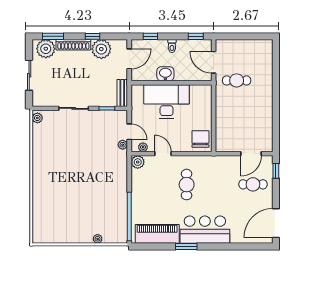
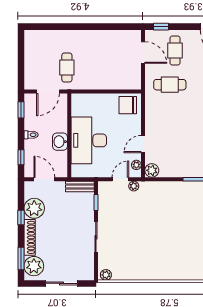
cafe table: (187, 185) -> (170, 85), moved

